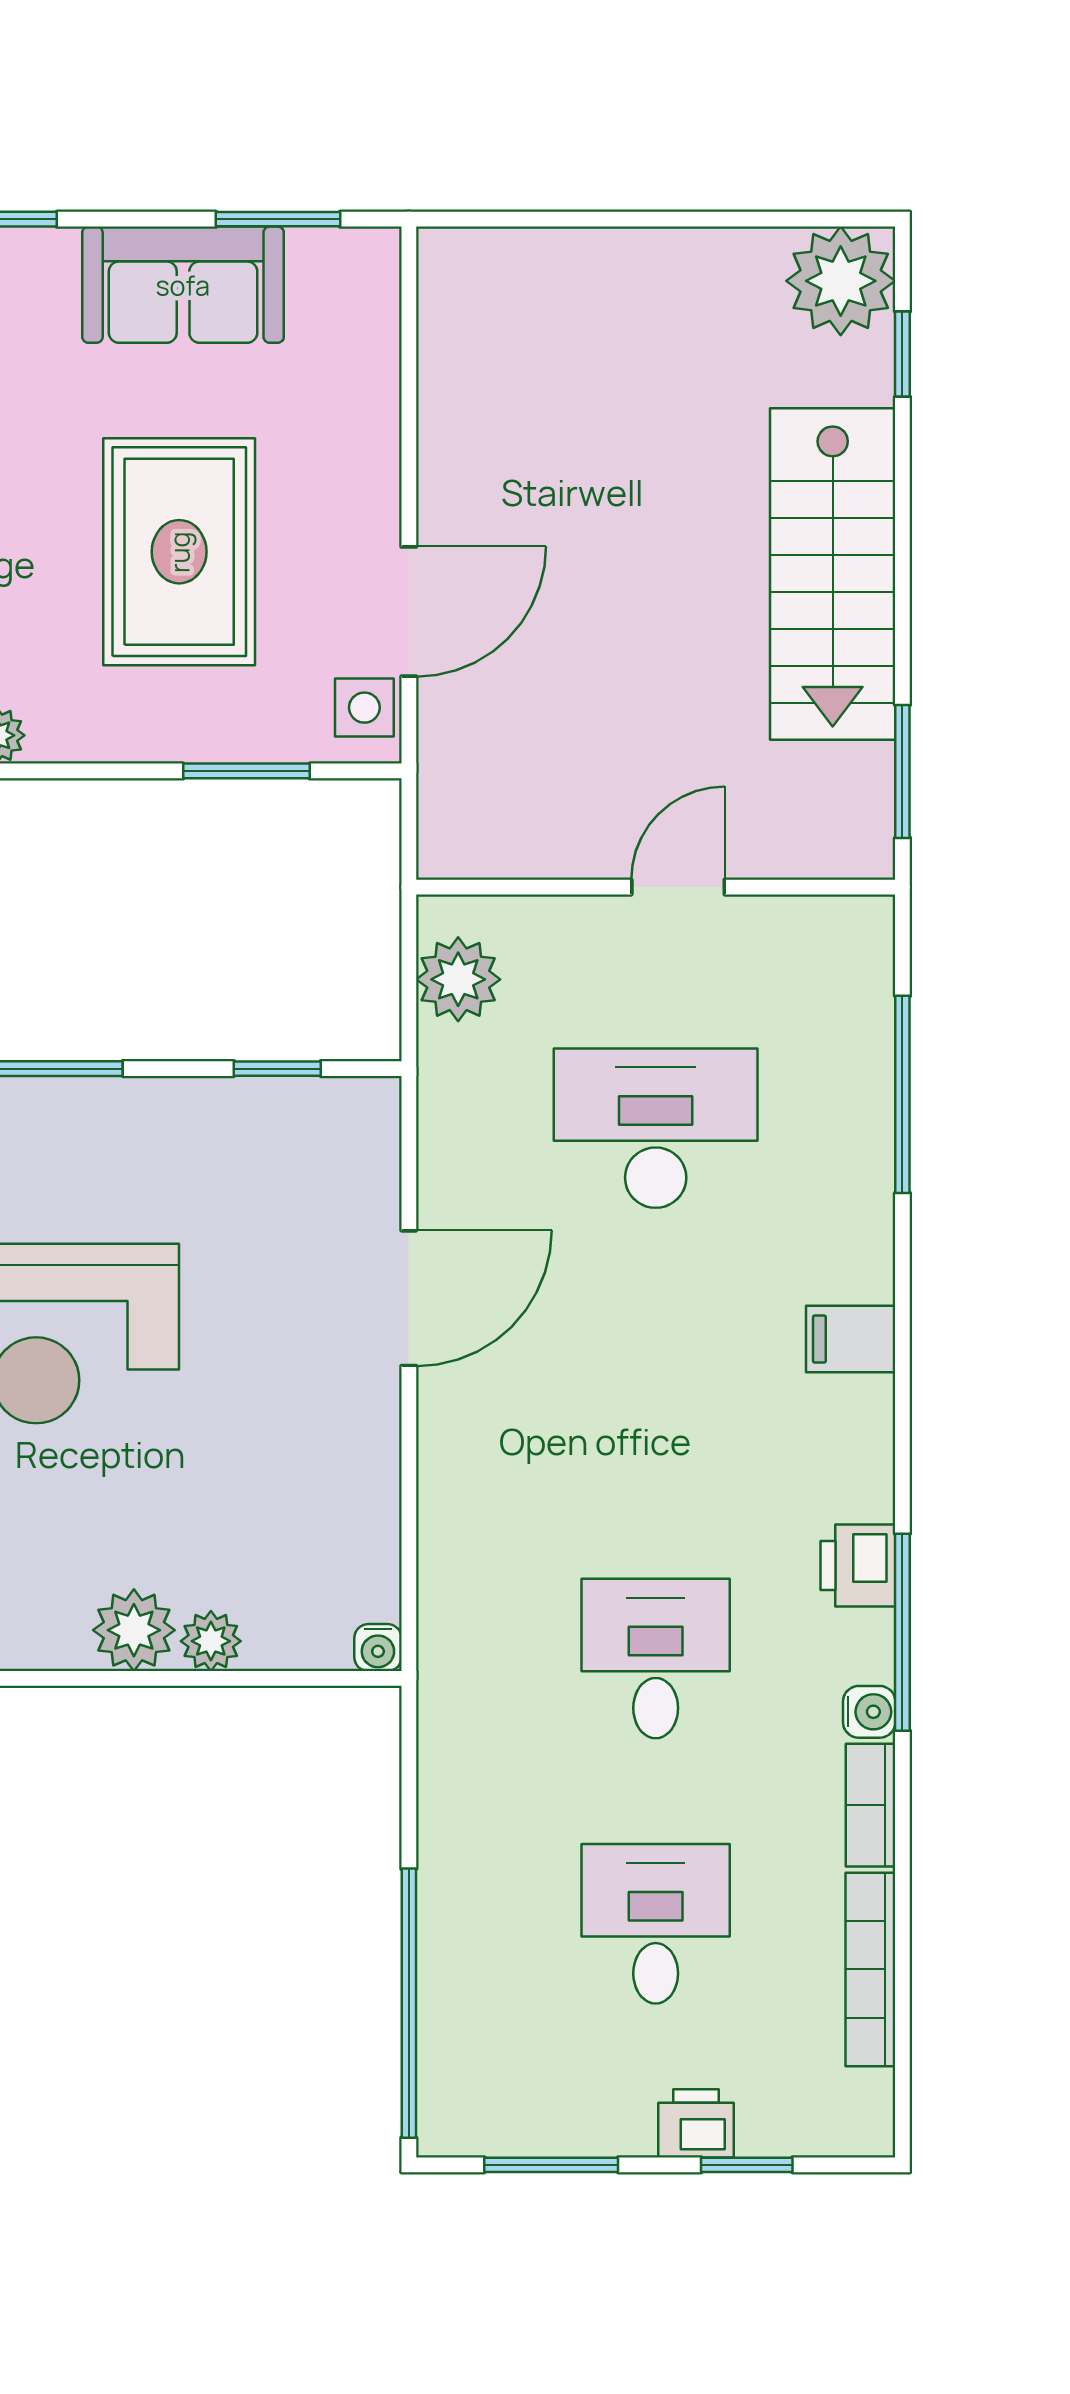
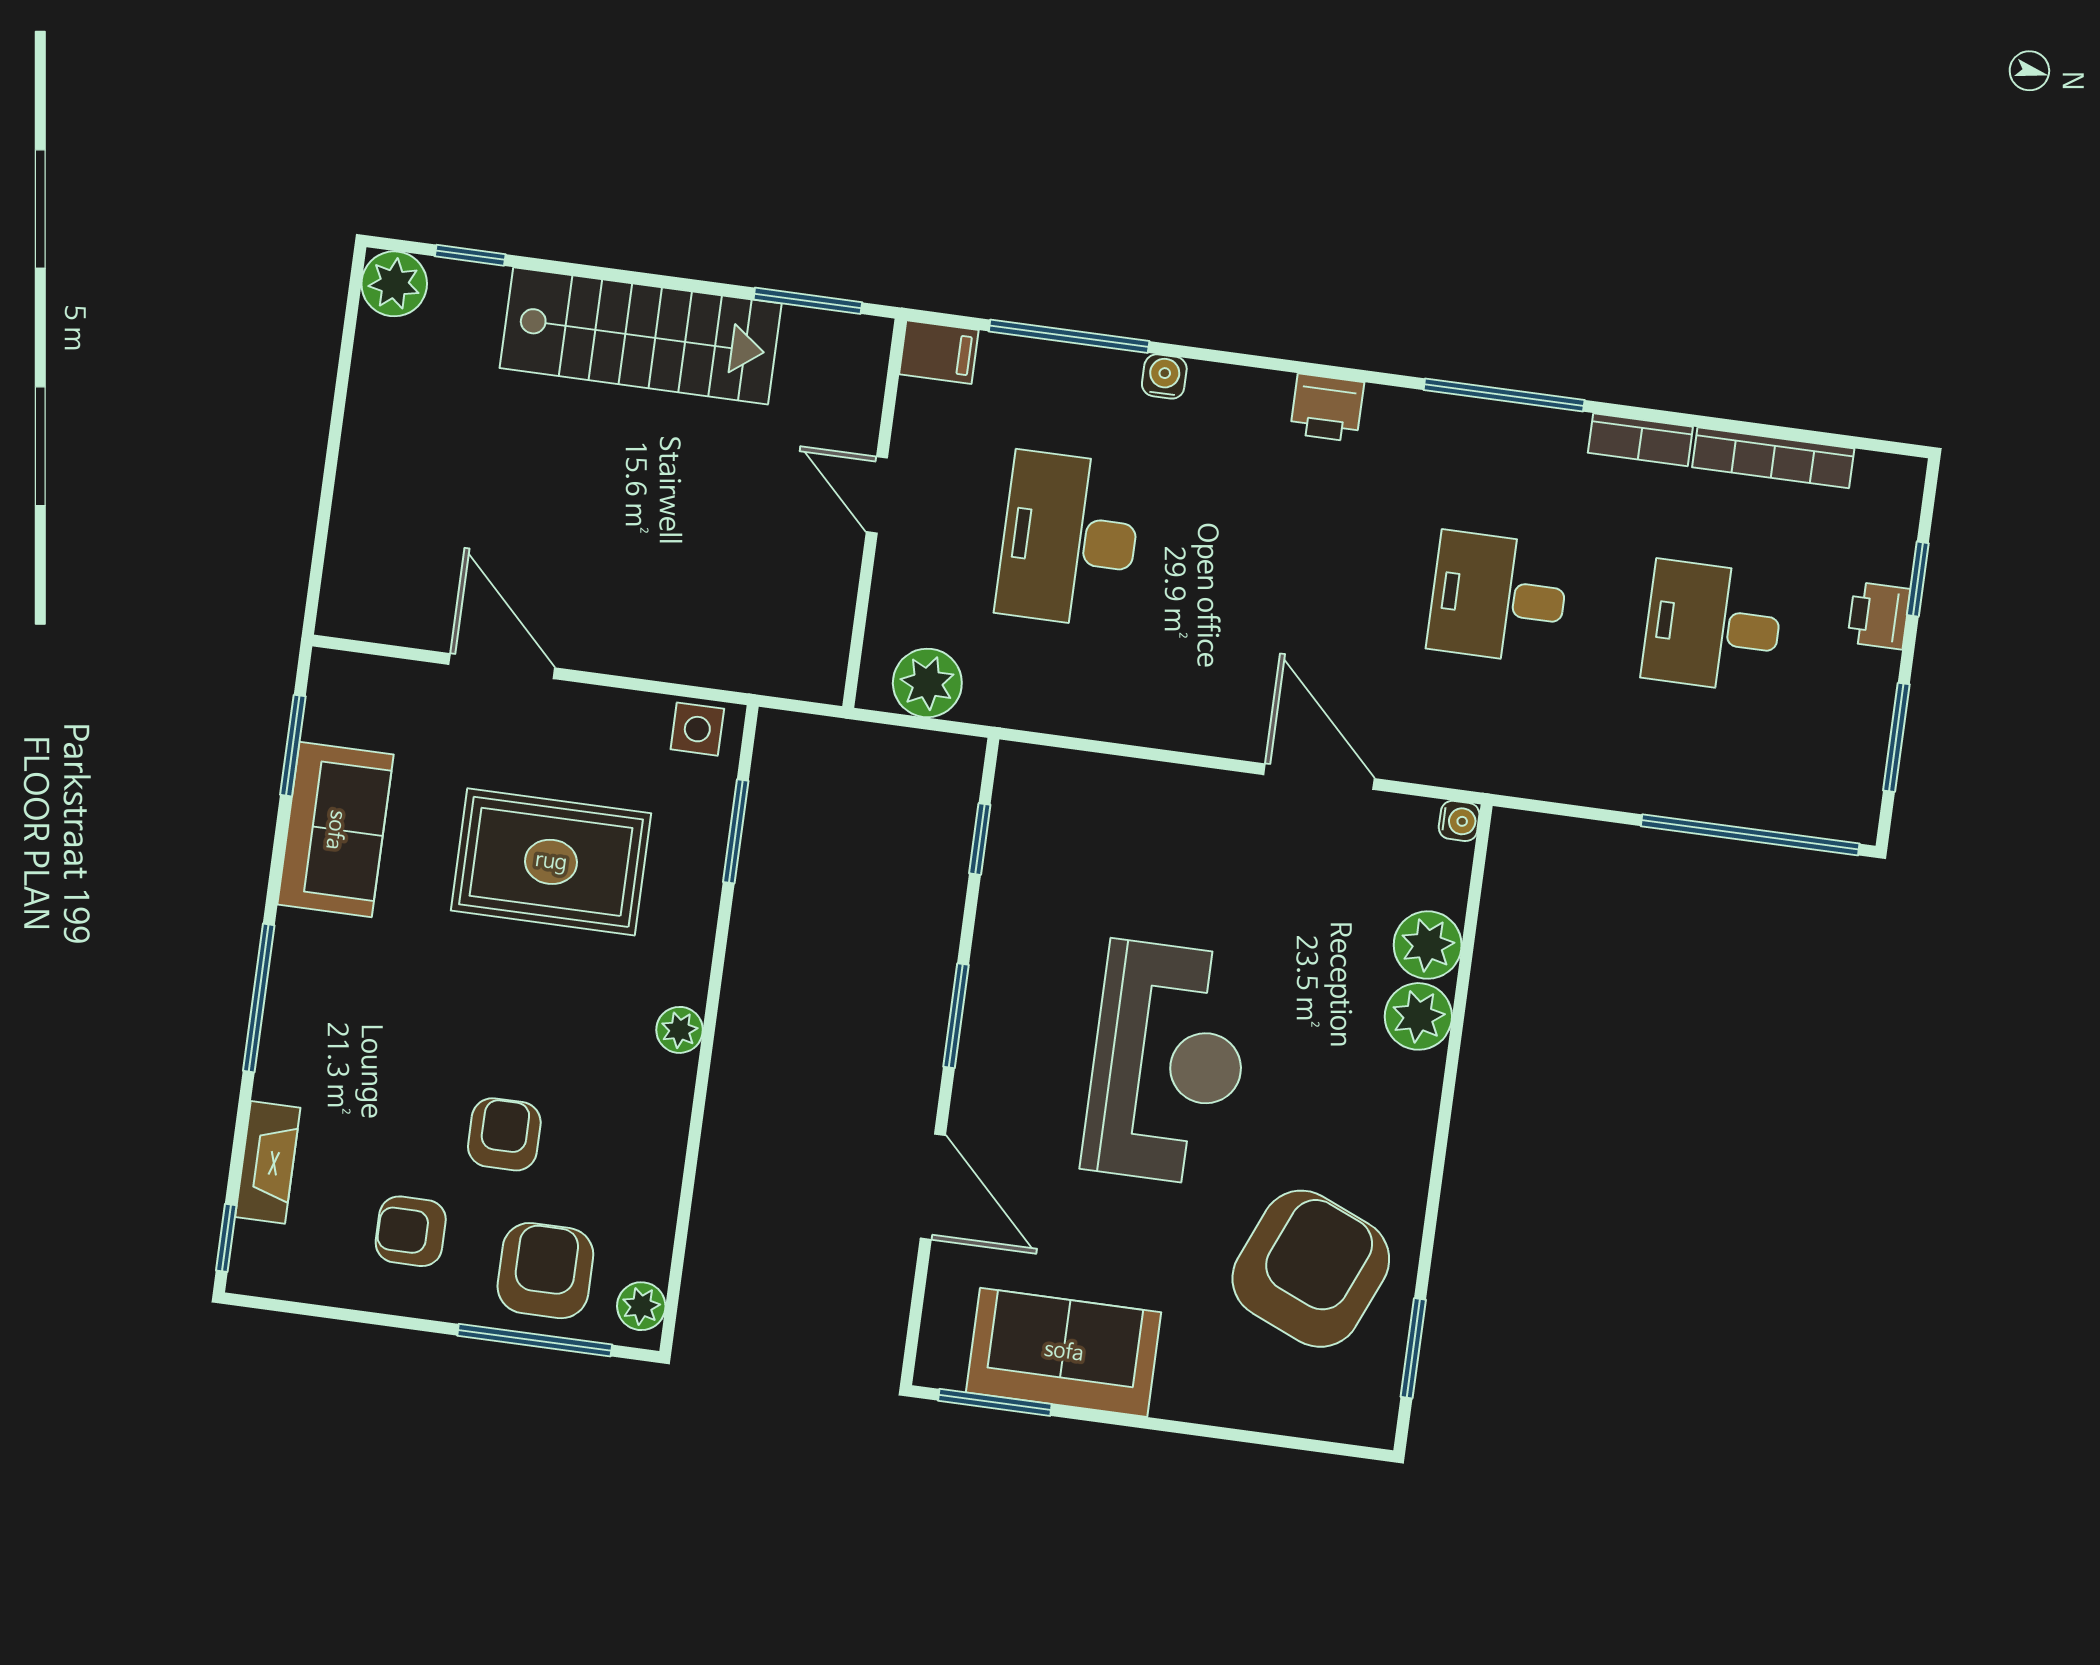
plant: (841, 281) -> (394, 284), width x0.73, depth x0.73
door: (409, 611) -> (502, 666), moved
door: (409, 1298) -> (1319, 777), moved
filing cabinet: (851, 1339) -> (939, 352), moved, turned -90
printer: (858, 1565) -> (1327, 408), moved
plant: (211, 1641) -> (1428, 945), width x1.38, depth x1.38
water cooler: (869, 1712) -> (1164, 376), moved

